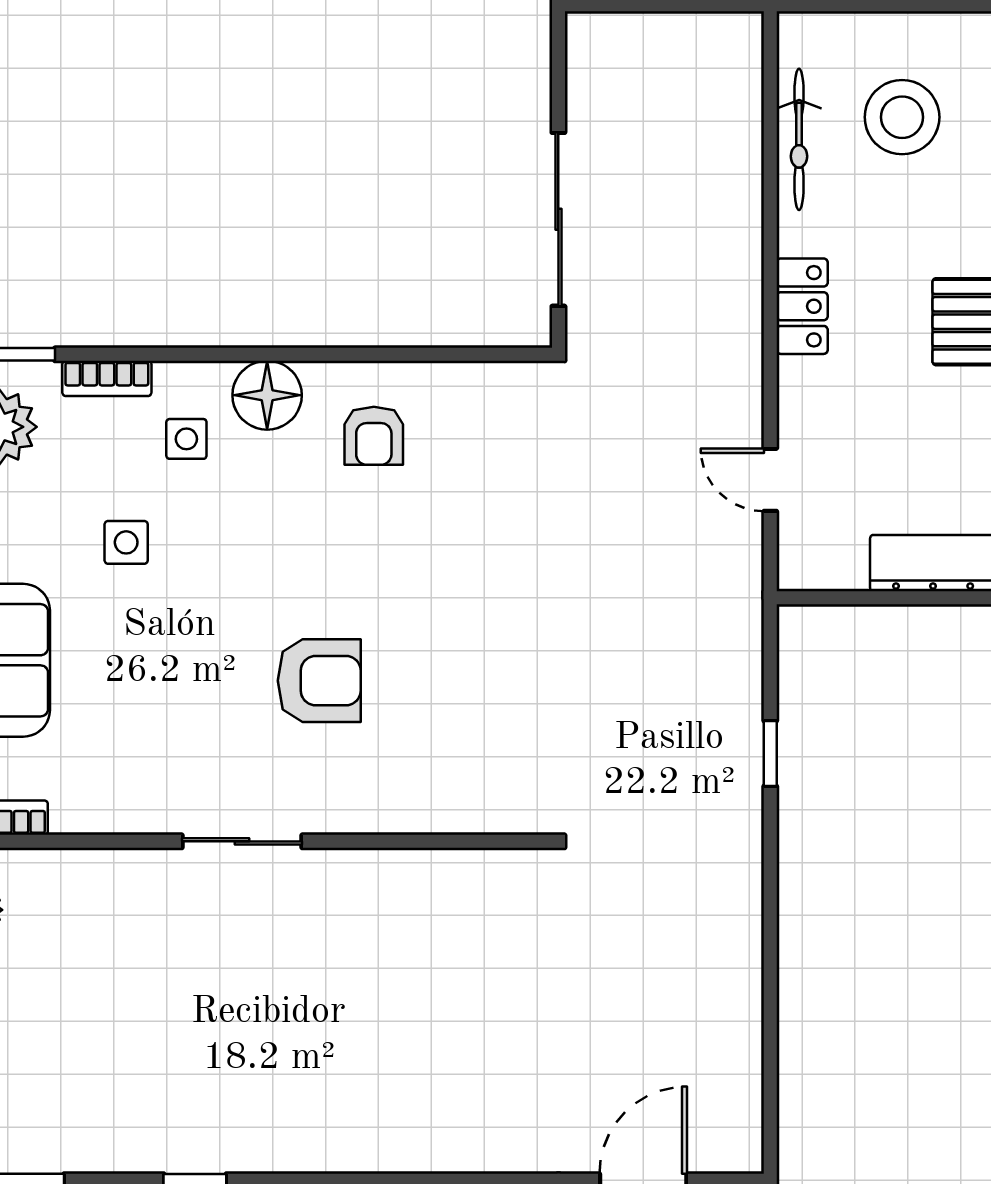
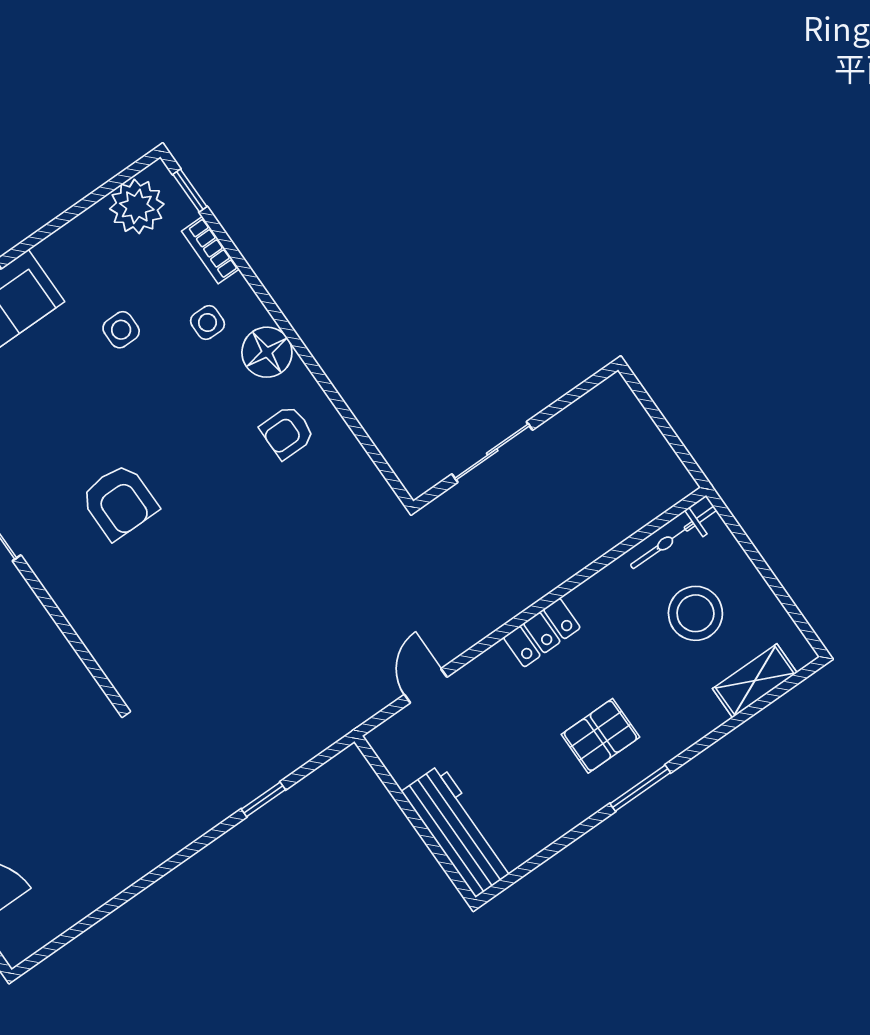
bicycle: (799, 139) -> (674, 538), moved
sliding door: (558, 219) -> (492, 452), width x0.73

